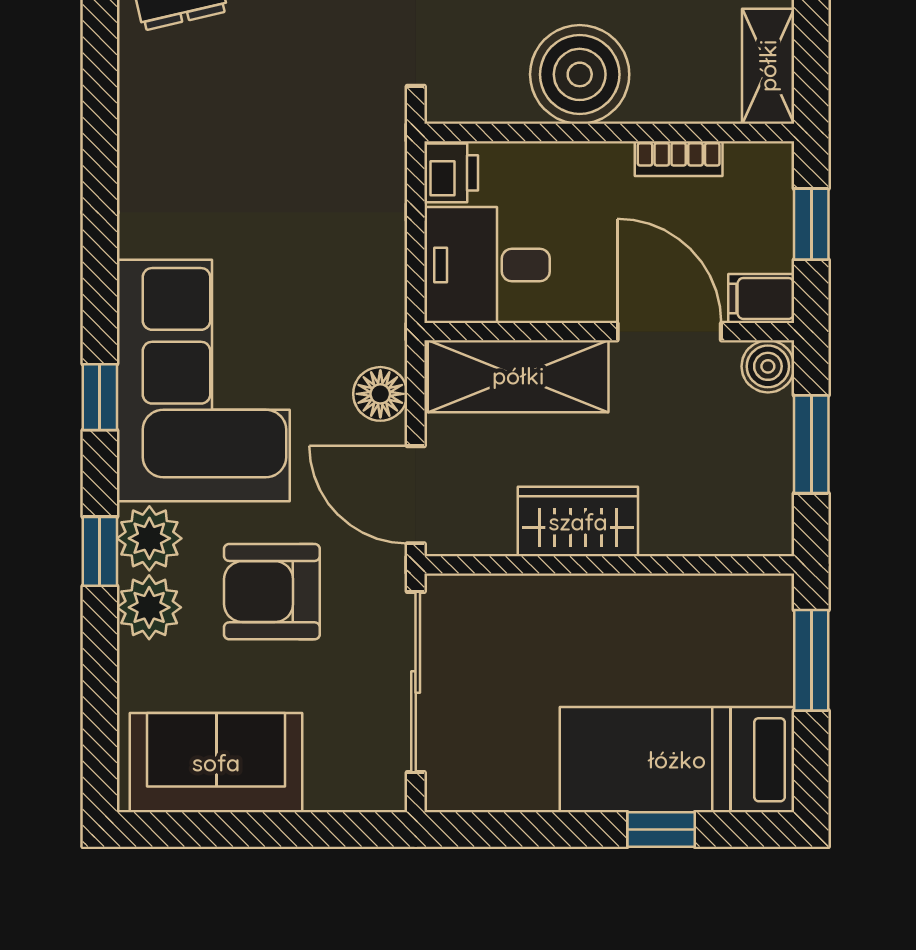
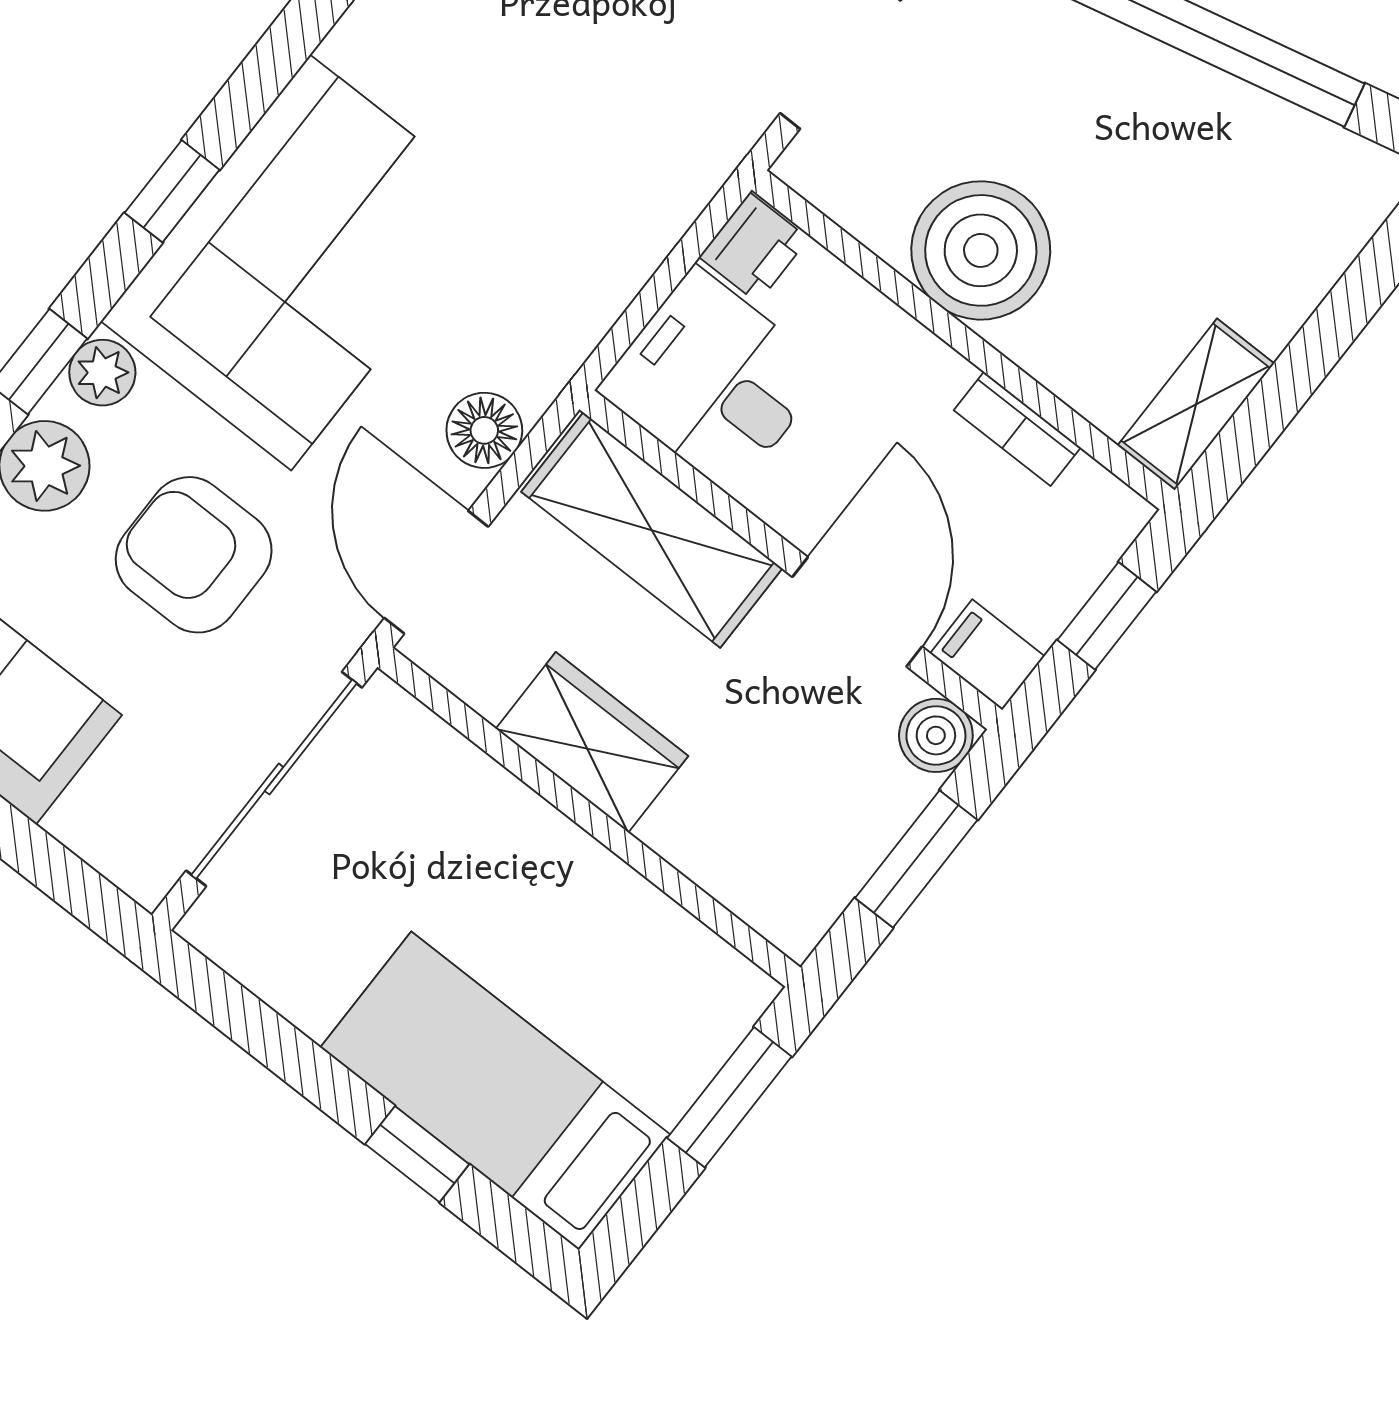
plant: (149, 538) -> (102, 373), width x0.73, depth x0.73

